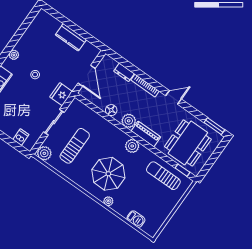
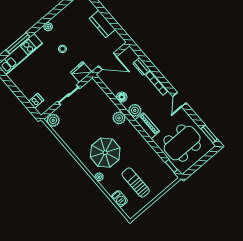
door: (87, 76) -> (108, 61), hinge flipped
door: (173, 97) -> (180, 100), swing flipped
sun lounger: (75, 146) -> (82, 121), removed
plant: (132, 146) -> (119, 118), moved
sun lounger: (163, 176) -> (136, 182), moved

